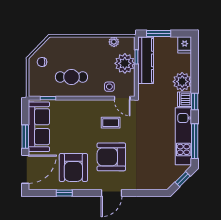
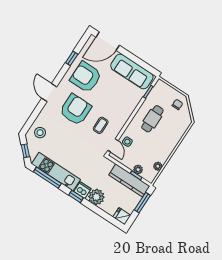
plant: (125, 63) -> (138, 170), width x0.53, depth x0.53
door: (122, 98) -> (113, 145), swing flipped
window: (25, 137) -> (131, 57), removed
door: (25, 169) -> (108, 41), hinge flipped
stool: (156, 176) -> (40, 133), added

